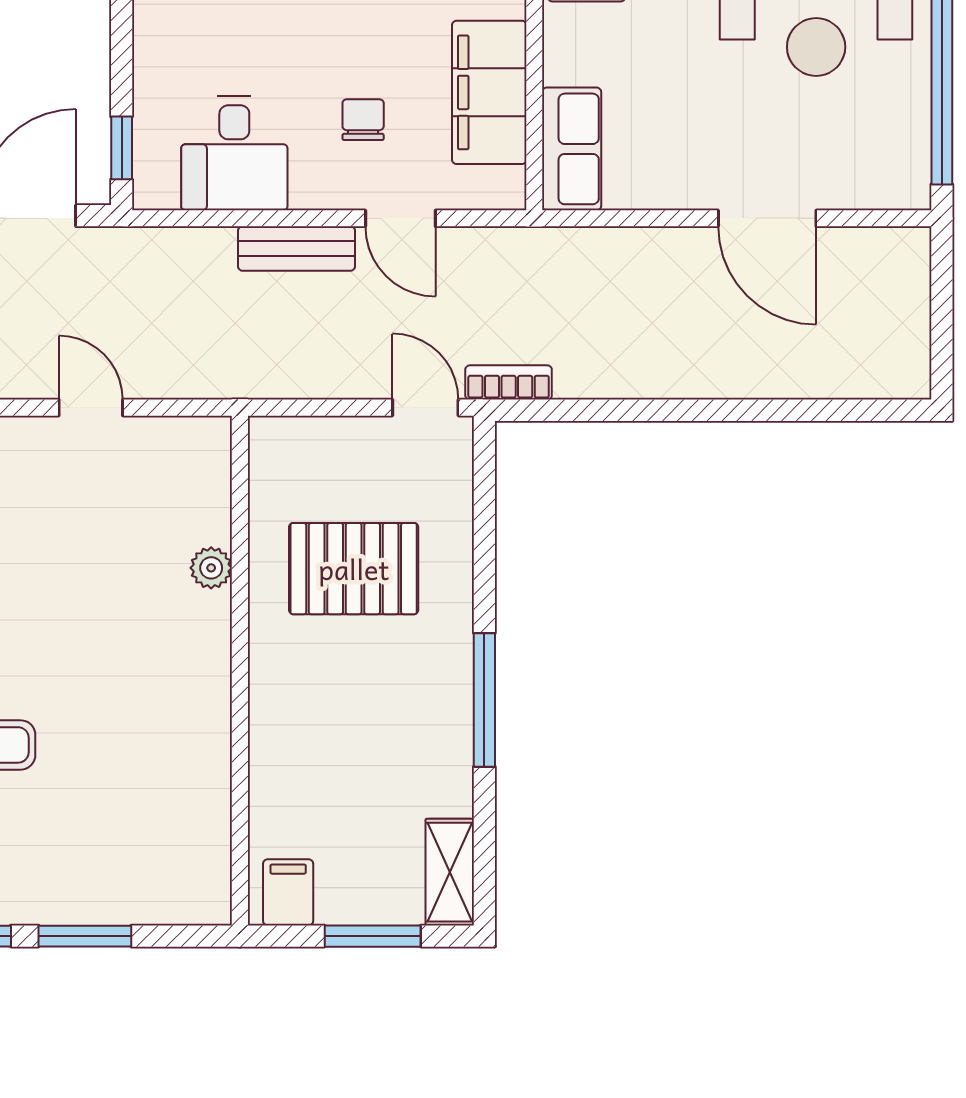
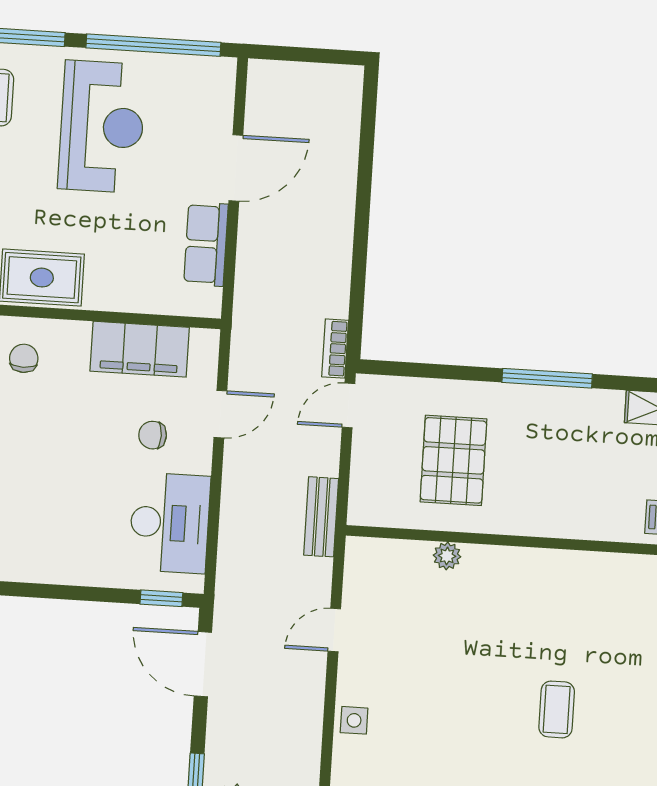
row of seats: (572, 149) -> (206, 244), moved, turned -90
desk: (234, 153) -> (170, 523), width x1.37
bench: (296, 249) -> (321, 517), moved

